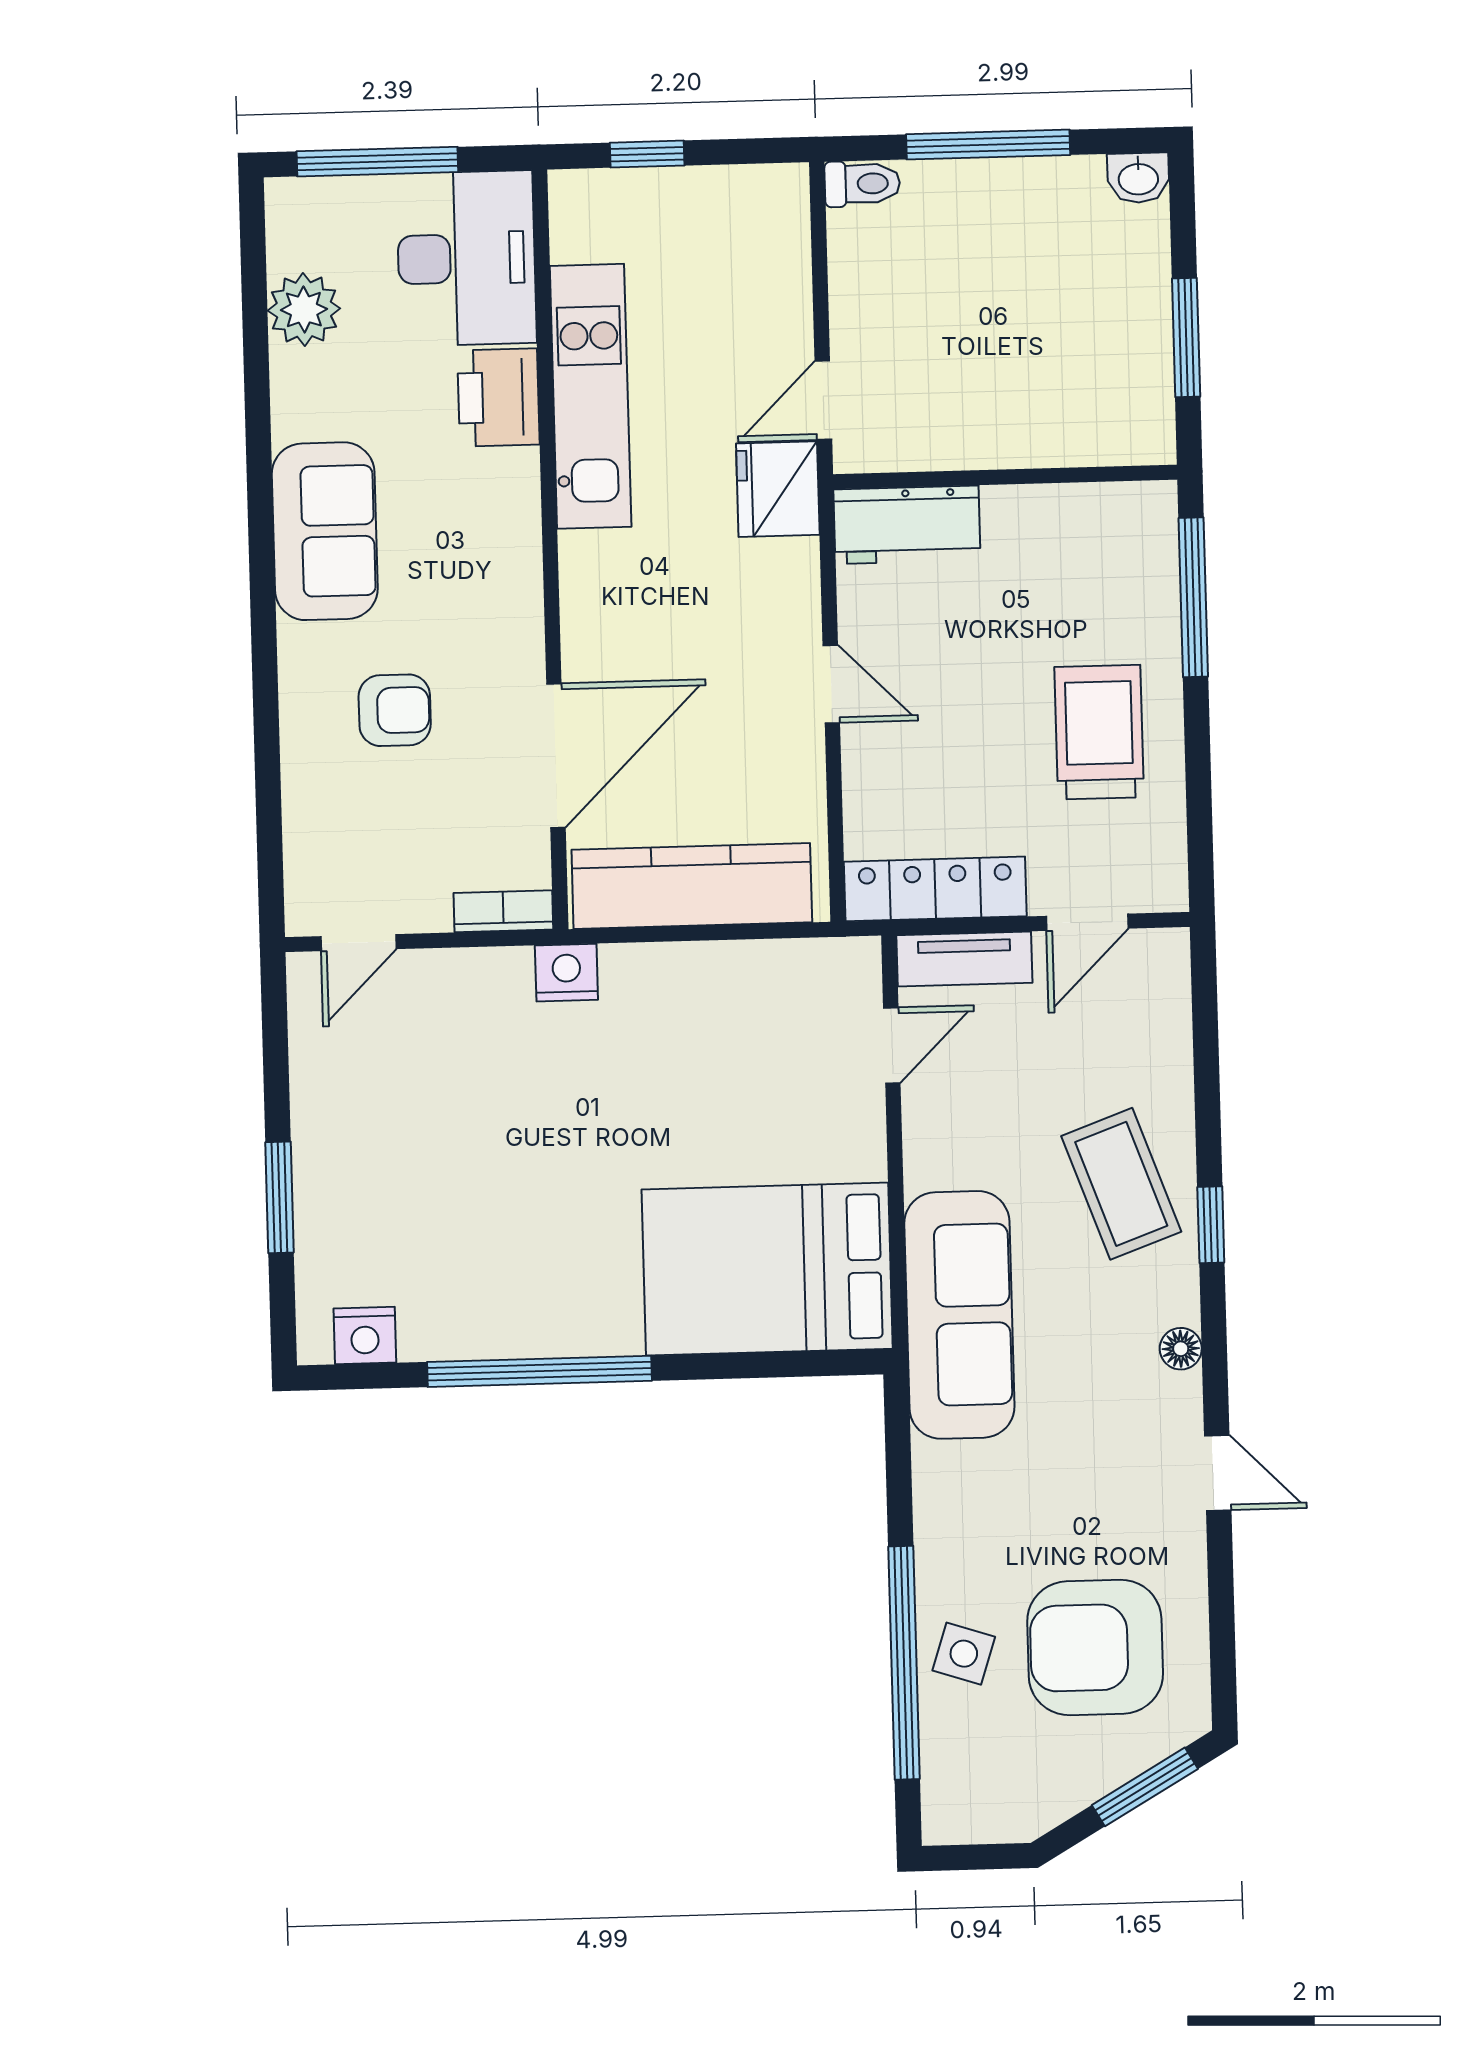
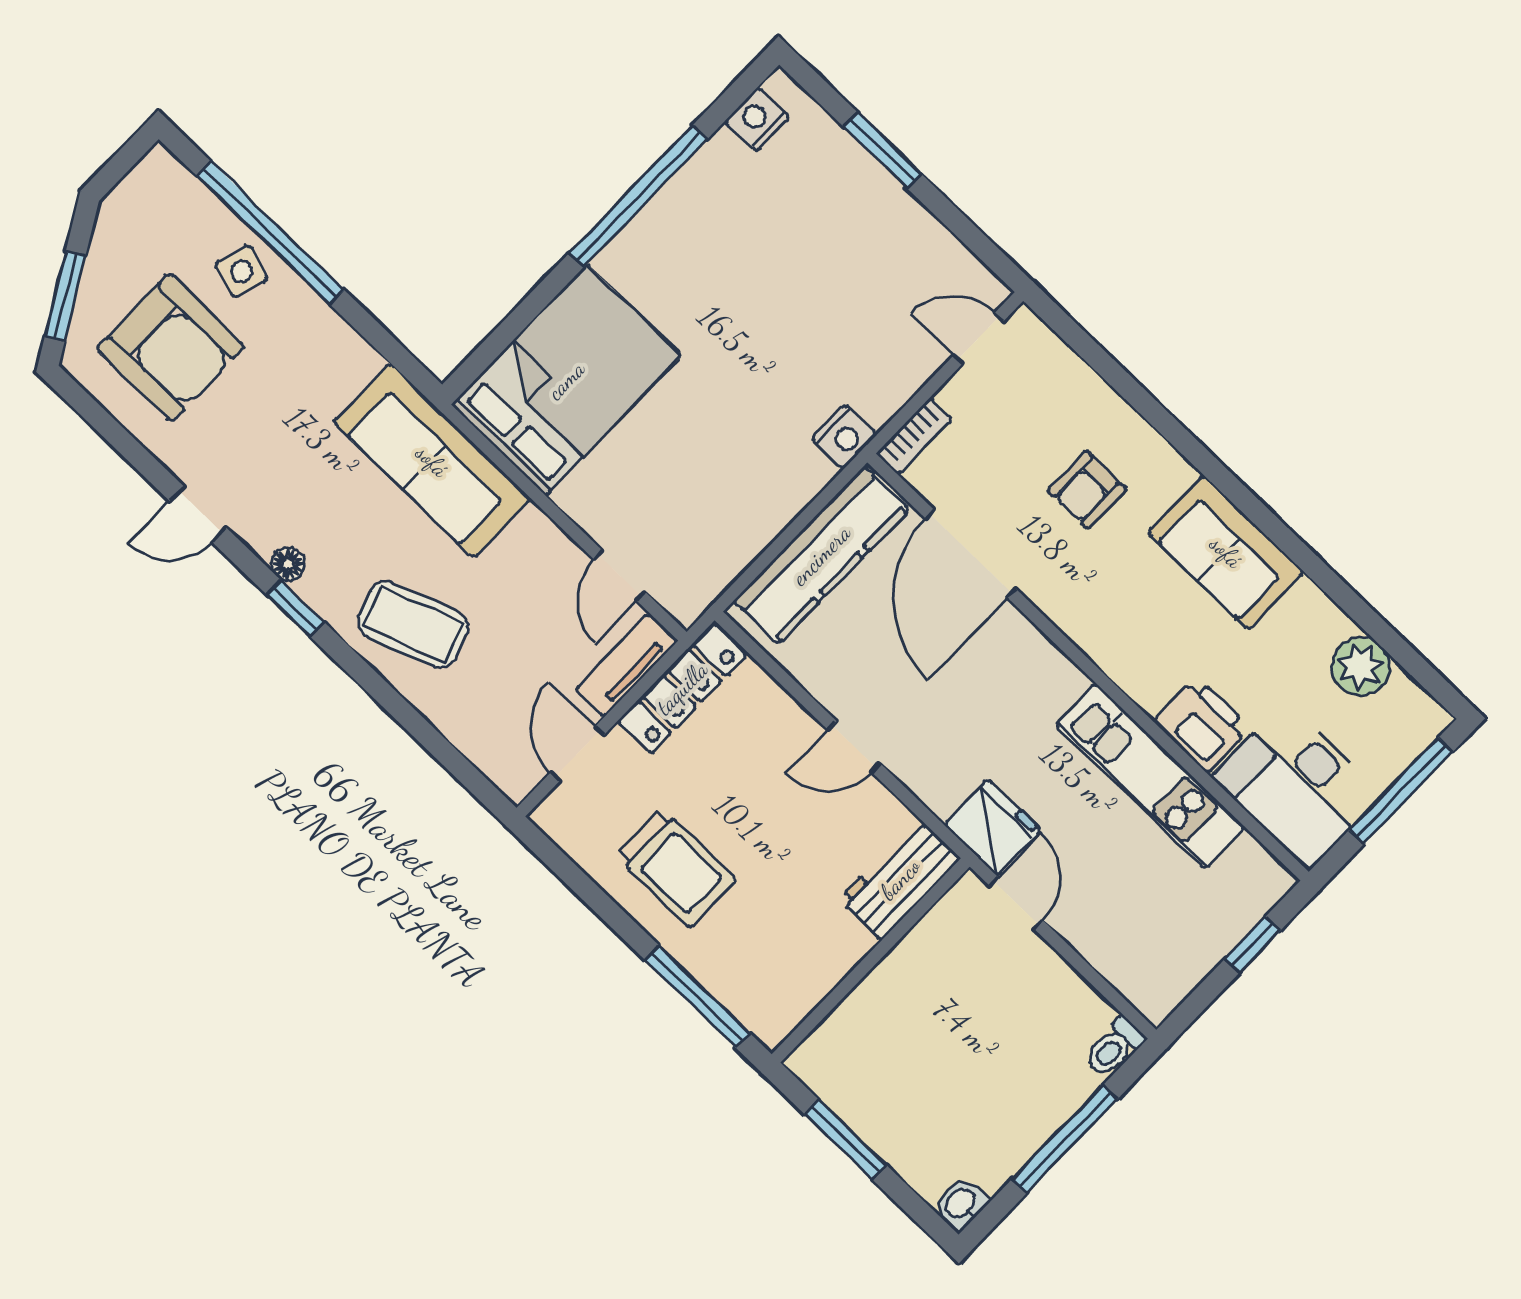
door: (359, 943) -> (979, 338), hinge flipped
window: (1211, 1225) -> (296, 608), moved
armchair: (1095, 1647) -> (171, 347), turned 90

